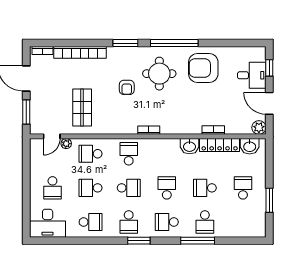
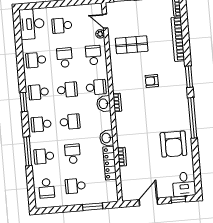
armchair: (203, 68) -> (173, 144), turned 180
round table: (159, 74) -> (166, 107), removed
desk: (252, 75) -> (184, 184), moved
plant: (259, 128) -> (127, 195), removed
washbasin: (250, 146) -> (104, 104), moved
school desk: (129, 188) -> (67, 90), turned -90
school desk: (243, 188) -> (75, 186), turned 180
window: (269, 200) -> (93, 207), moved
school desk: (91, 222) -> (36, 60), turned 90
school desk: (167, 222) -> (41, 124), turned -90
school desk: (243, 222) -> (47, 188), added

